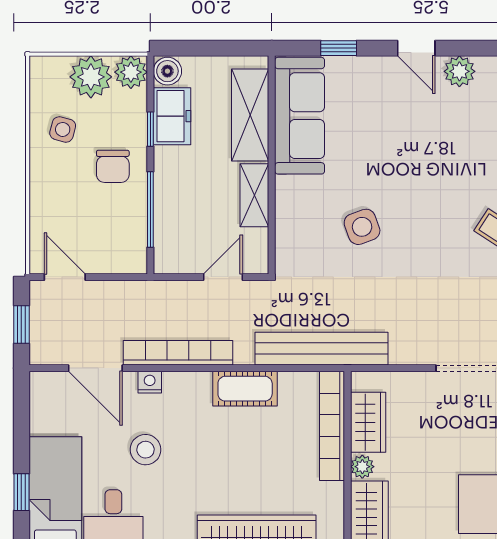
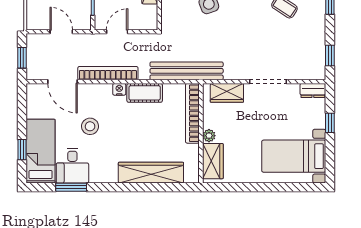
door: (65, 277) -> (61, 32), moved
door: (223, 277) -> (117, 32), moved
nightstand: (150, 382) -> (119, 89), moved
wardrobe: (368, 422) -> (227, 93), moved, turned 90

